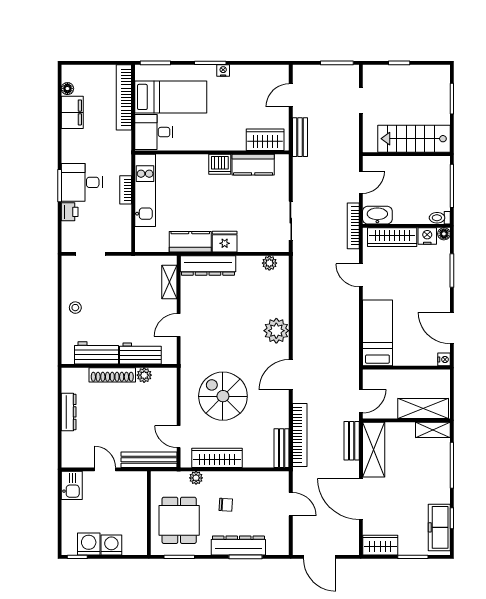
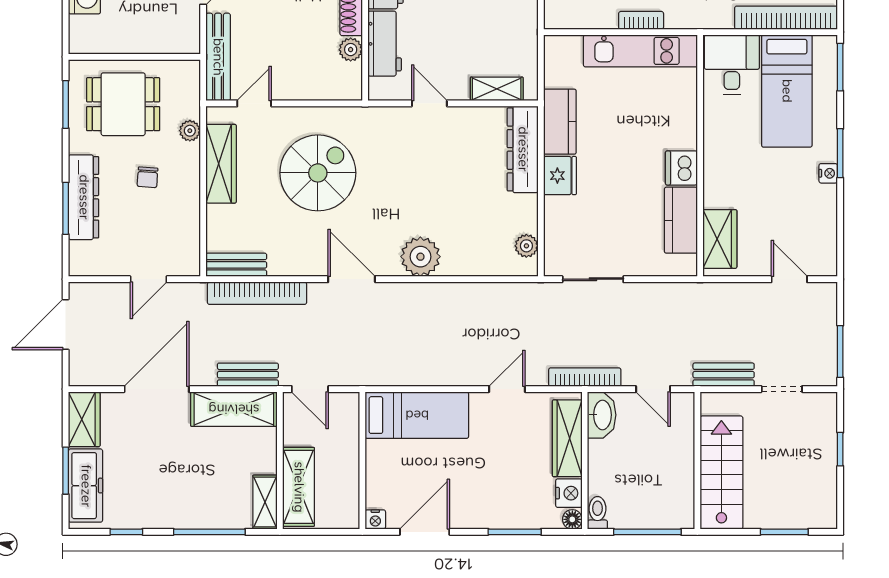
bench: (300, 137) -> (724, 375), moved
freezer: (439, 527) -> (86, 486), moved, turned 90

